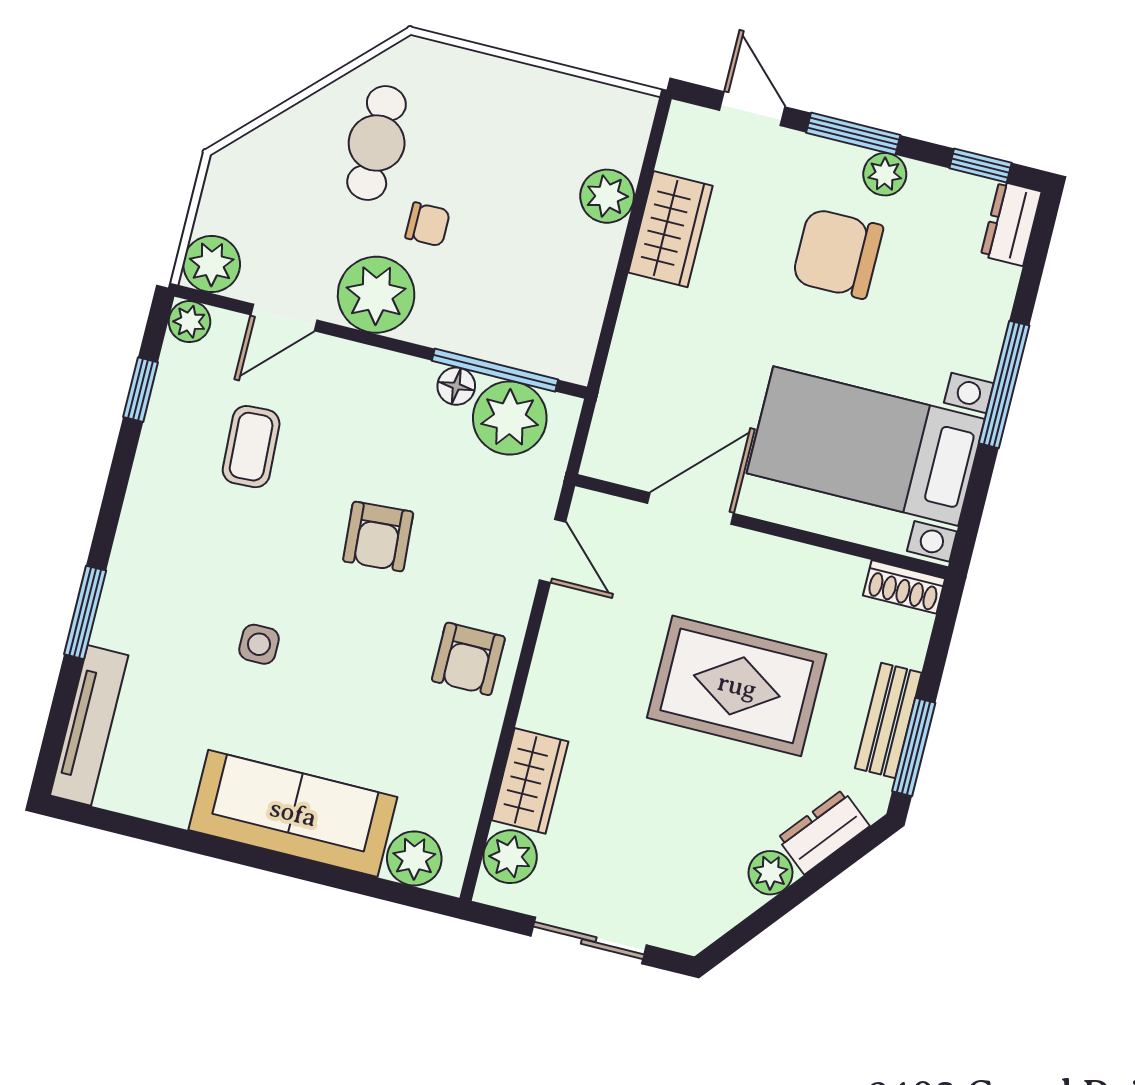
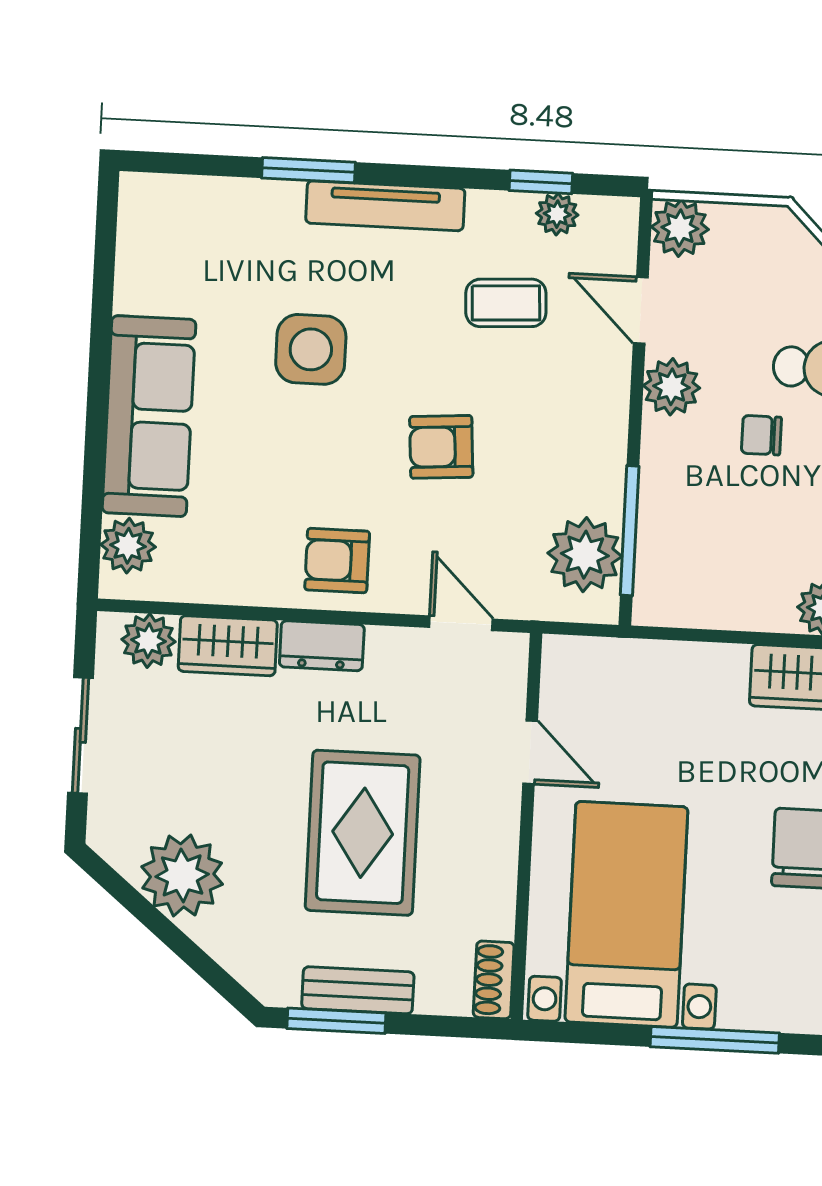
chair: (428, 224) -> (761, 435), turned 90
plant: (376, 295) -> (672, 387), width x0.73, depth x0.73
plant: (189, 322) -> (557, 214), moved
floor lamp: (456, 386) -> (606, 495), removed
door: (691, 508) -> (530, 752), width x0.73
door: (553, 551) -> (461, 623), swing flipped
side table: (259, 644) -> (311, 349), width x1.87, depth x1.87
tv unit: (89, 725) -> (385, 206), moved
dresser: (823, 832) -> (322, 646), moved, turned 141
plant: (771, 873) -> (182, 875), width x1.88, depth x1.88

